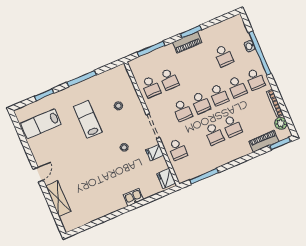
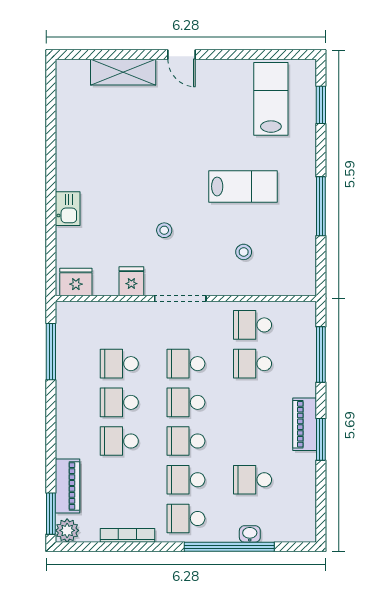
window: (44, 95) -> (321, 105), moved
plant: (281, 123) -> (67, 530), moved
school desk: (178, 149) -> (119, 364), moved

